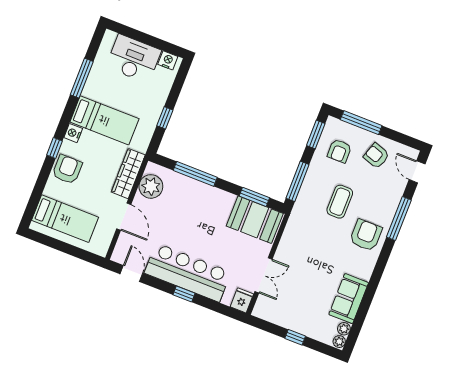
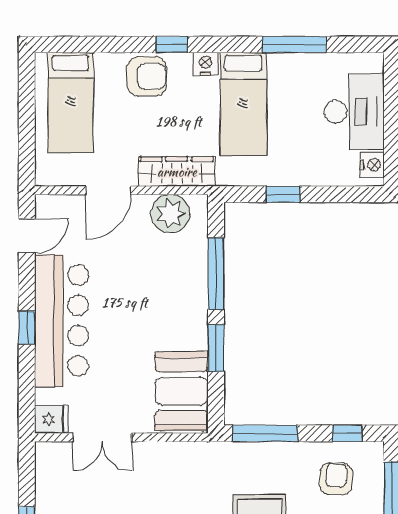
window: (316, 135) -> (347, 433), width x0.67
armchair: (339, 151) -> (336, 479), turned 94
window: (254, 197) -> (216, 348), moved

